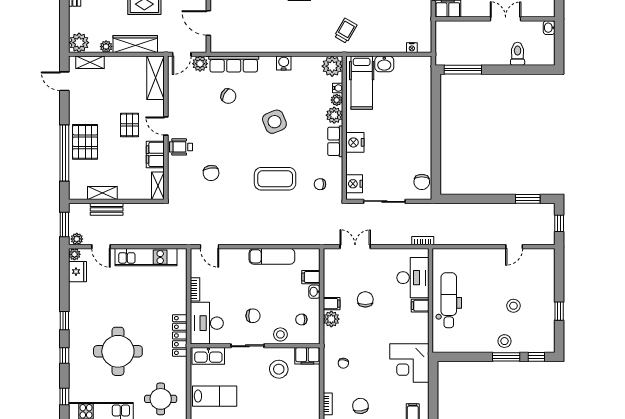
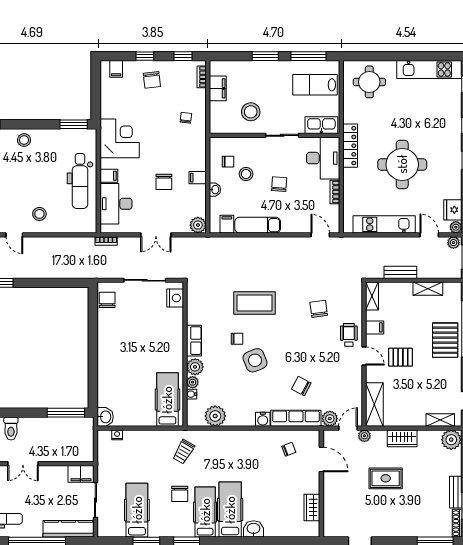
chair: (241, 33) -> (289, 449), added
wardrobe: (135, 44) -> (402, 438), width x0.67
plant: (106, 47) -> (364, 436), moved
water cooler: (284, 63) -> (263, 419), moved
washbasin: (384, 64) -> (105, 417), moved, turned 90
plant: (332, 66) -> (215, 416), moved
pallet: (130, 125) -> (400, 357), turned 90
nightstand: (355, 142) -> (174, 339), removed
wheelchair: (181, 147) -> (349, 335), turned -90
filing cabinet: (155, 154) -> (375, 327), width x0.50
chair: (320, 184) -> (237, 339), moved
bench: (107, 209) -> (400, 272), moved
double door: (355, 247) -> (156, 235), moved
door: (514, 247) -> (14, 235), swing flipped
filing cabinet: (311, 277) -> (227, 224), moved, turned -90
stool: (513, 306) -> (39, 214), moved
chair: (253, 316) -> (279, 184), moved, turned 94
plant: (331, 319) -> (198, 225), moved
stool: (280, 334) -> (246, 174), moved
round table: (118, 351) -> (402, 164), moved
filing cabinet: (307, 356) -> (218, 88), moved, turned 90
window: (506, 357) -> (74, 124), moved
corner desk: (409, 363) -> (120, 138), moved
chair: (360, 406) -> (152, 80), moved

